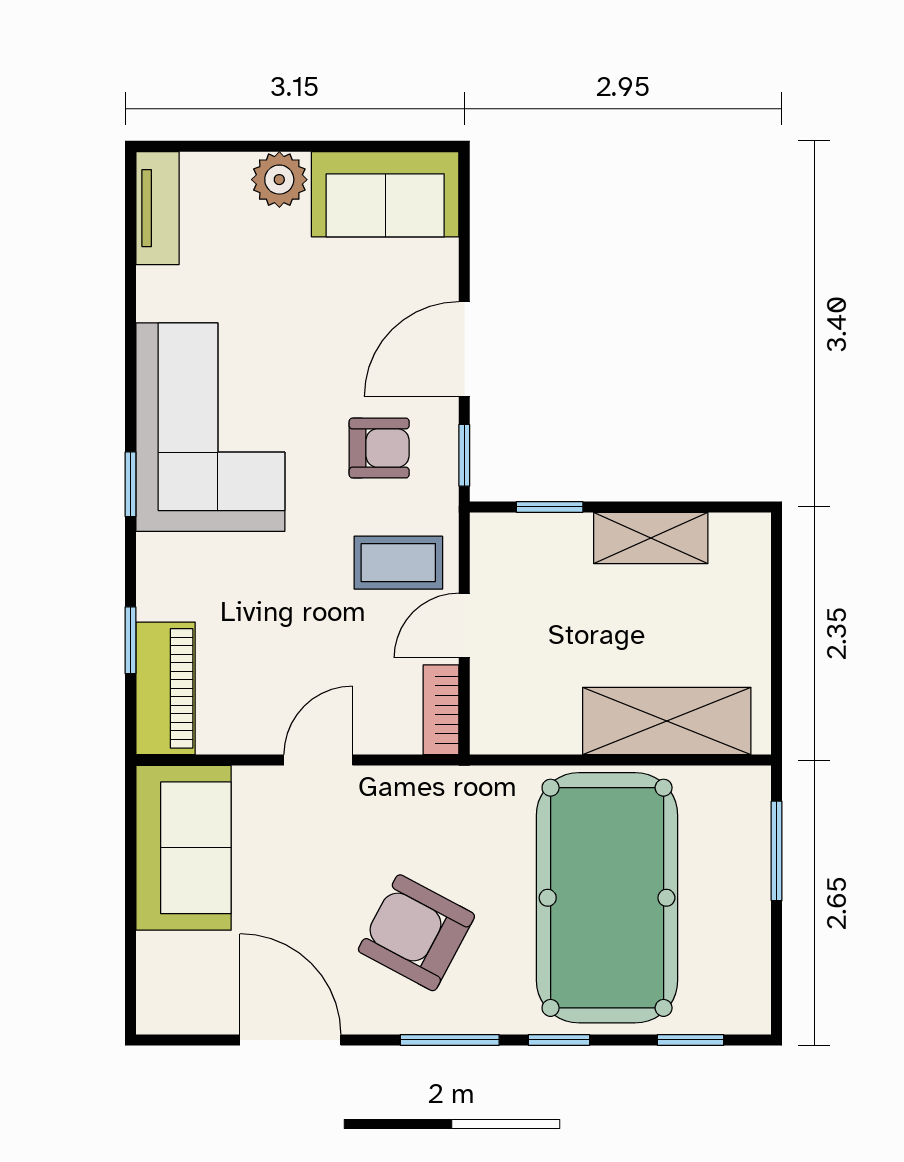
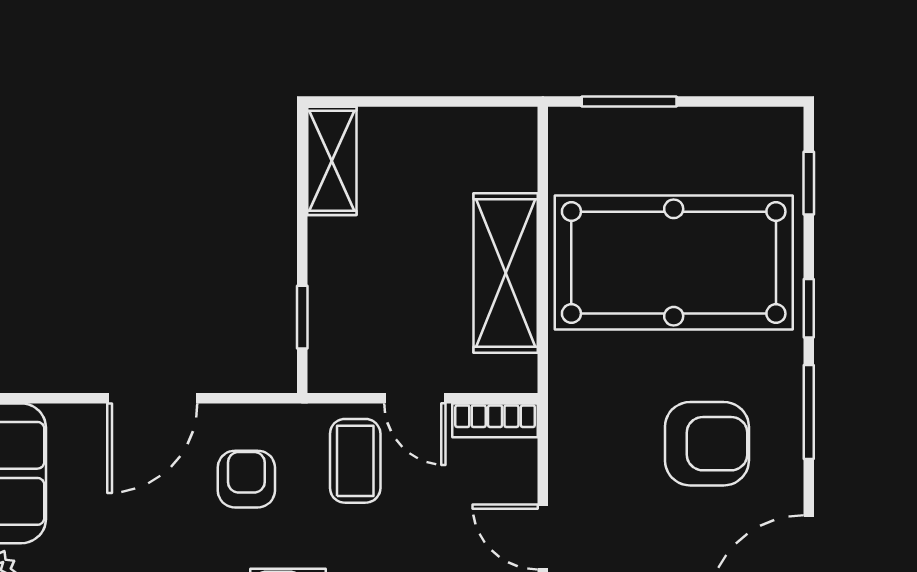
door: (464, 349) -> (152, 398), hinge flipped
window: (464, 455) -> (253, 398), removed
shelving: (651, 538) -> (332, 161), moved
shelving: (667, 721) -> (506, 273), moved
armchair: (416, 933) -> (707, 444), turned -118

